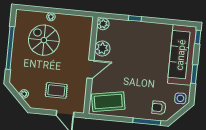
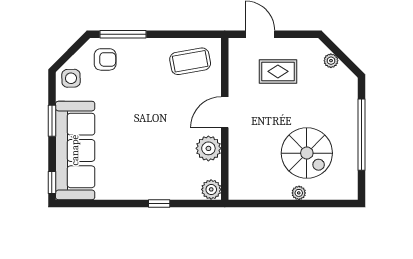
coffee table: (108, 102) -> (190, 61), width x0.73, depth x0.76

